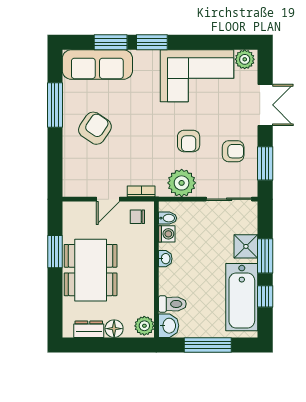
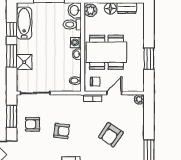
armchair: (95, 128) -> (111, 135), moved
armchair: (189, 141) -> (62, 131), turned 97
plant: (182, 183) -> (139, 99), moved, width x0.53, depth x0.53
washing machine: (167, 234) -> (76, 42), moved
dining table: (91, 270) -> (106, 52), moved, turned 90
bathtub: (242, 297) -> (24, 23), width x0.73, depth x0.73

